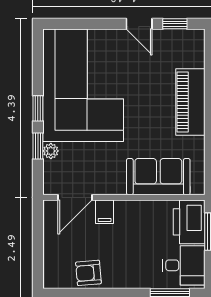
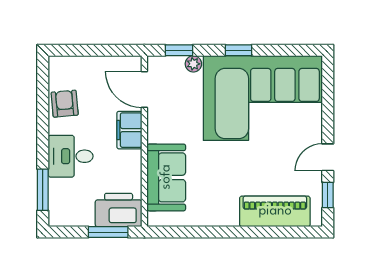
piano: (190, 102) -> (275, 211), moved
window: (38, 146) -> (179, 50), moved
filing cabinet: (105, 212) -> (129, 130), width x2.00
desk: (184, 265) -> (71, 156), moved, turned 90

